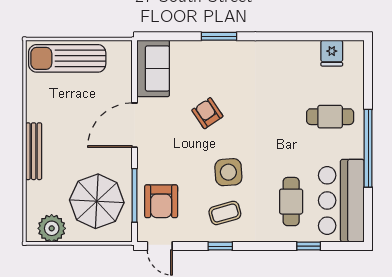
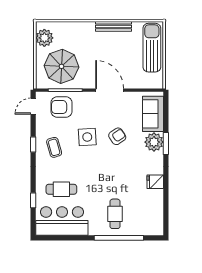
fridge: (332, 53) -> (155, 182), moved
plant: (217, 55) -> (154, 142), added
sofa: (153, 68) -> (153, 114), moved, turned 90
window: (368, 148) -> (119, 238), moved
bench: (34, 151) -> (113, 26), moved
side table: (228, 172) -> (87, 137), moved

